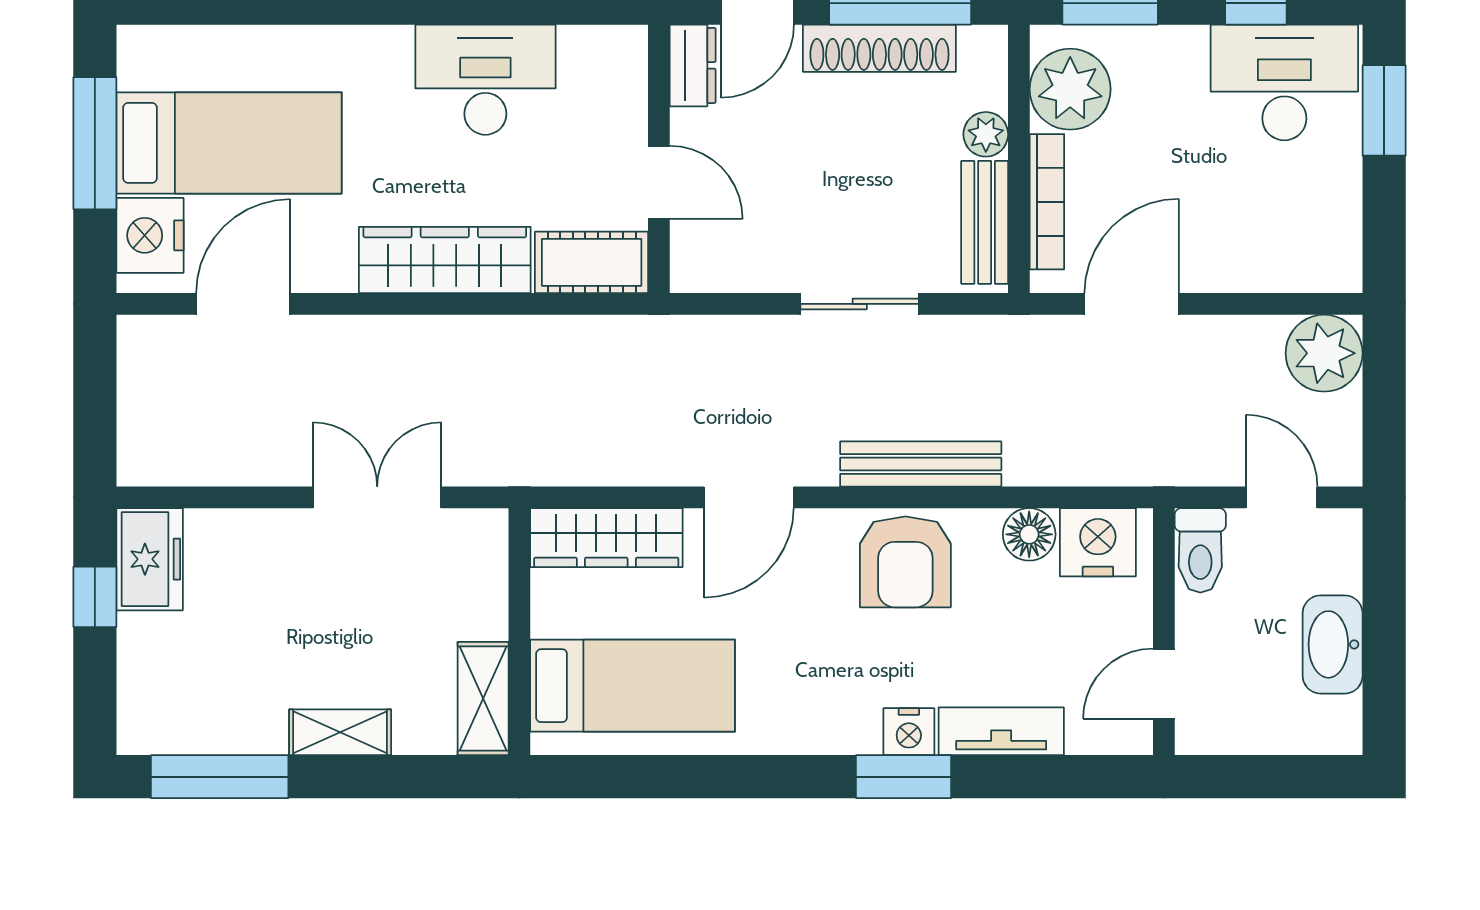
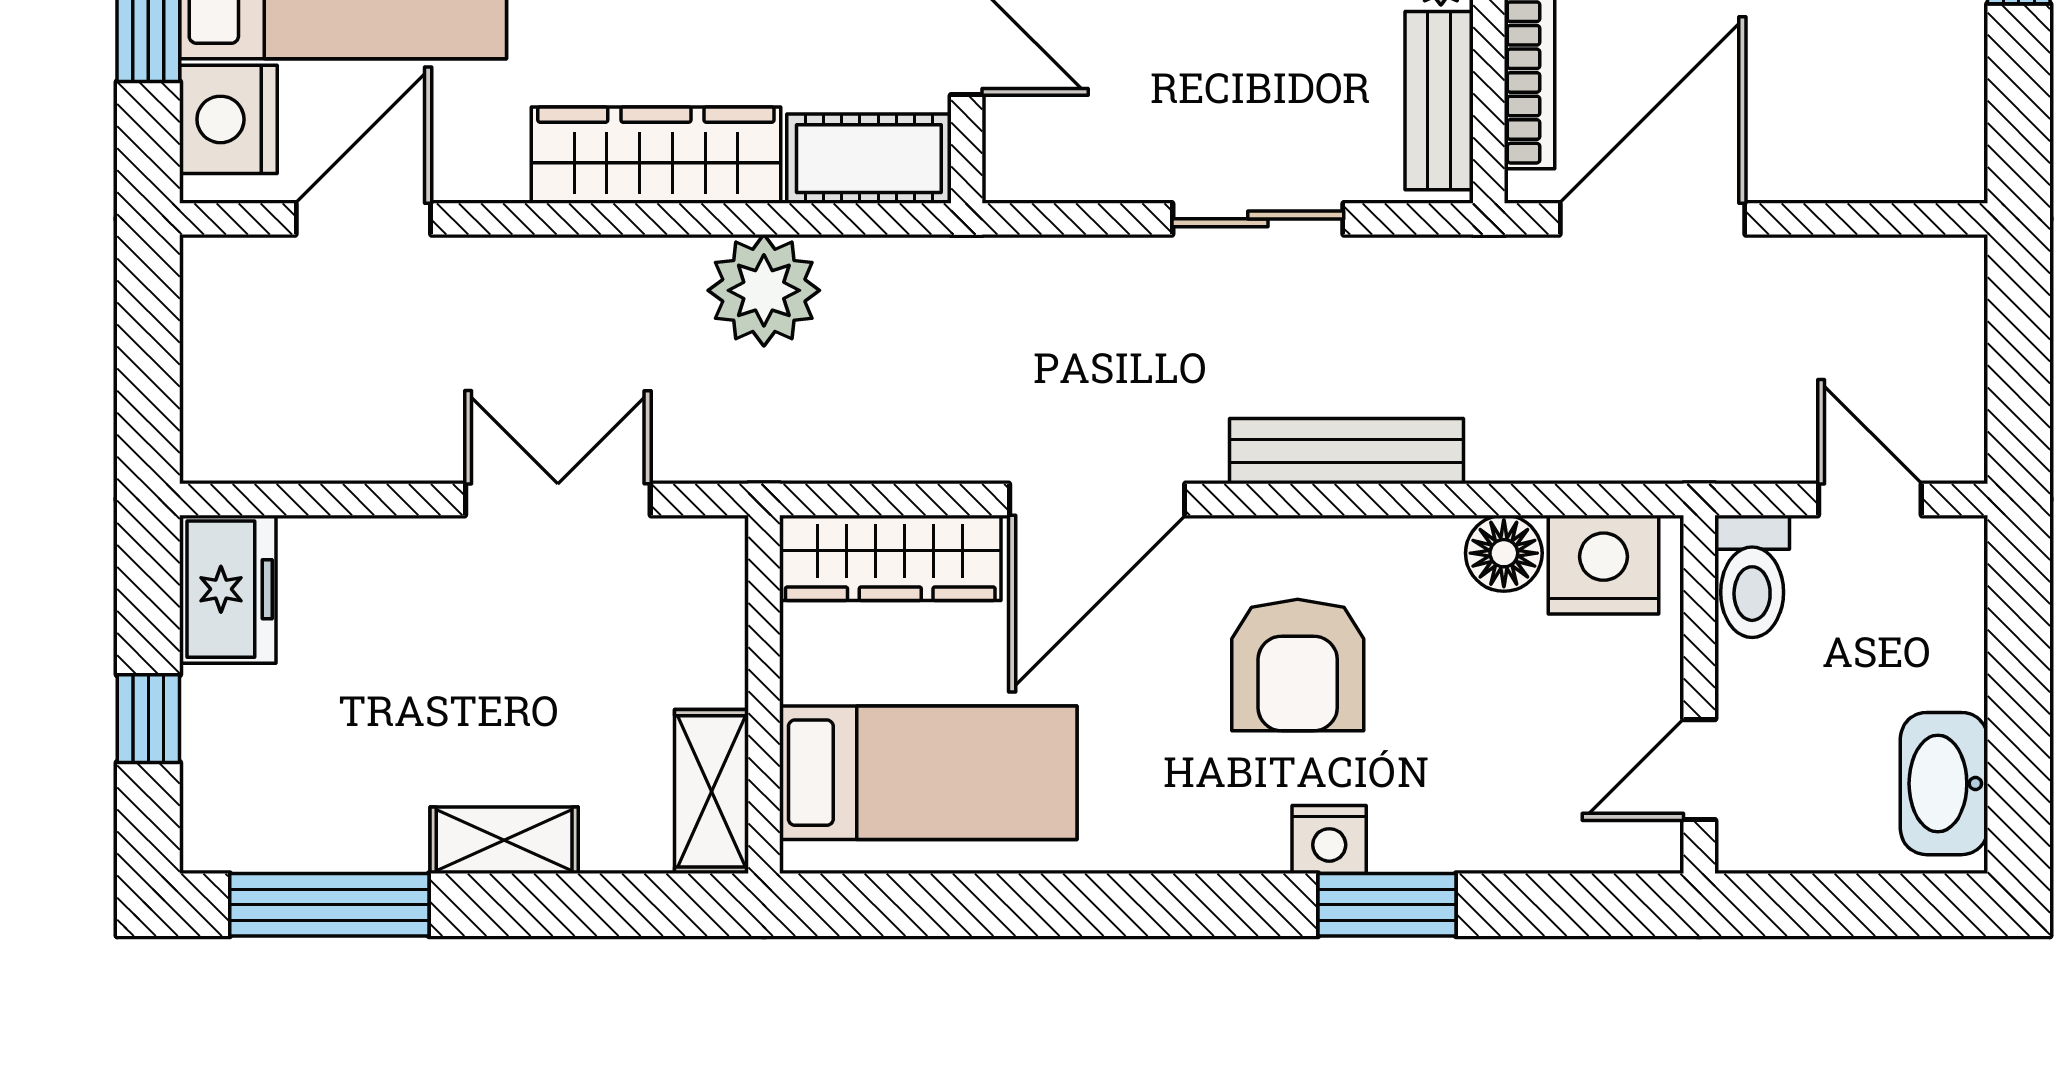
door: (1132, 304) -> (1653, 219), width x1.36
plant: (1324, 353) -> (764, 290), moved
door: (749, 497) -> (1097, 499), width x1.36
armchair: (905, 562) -> (1298, 665), moved
window: (95, 597) -> (148, 719), moved
washbasin: (1333, 644) -> (1944, 784), moved
tv unit: (1001, 731) -> (1463, 839), removed
window: (904, 777) -> (1387, 905), moved

